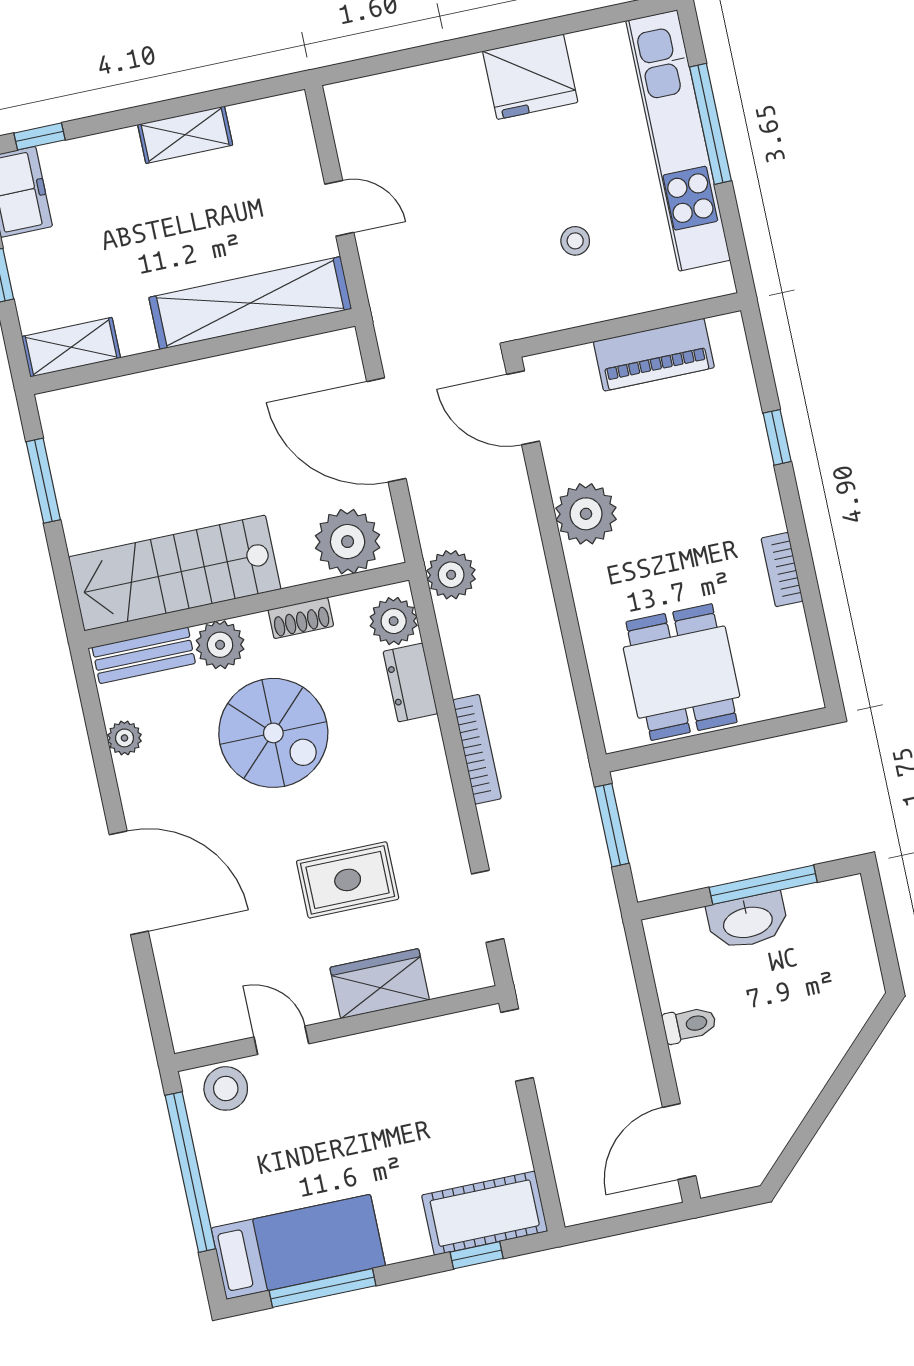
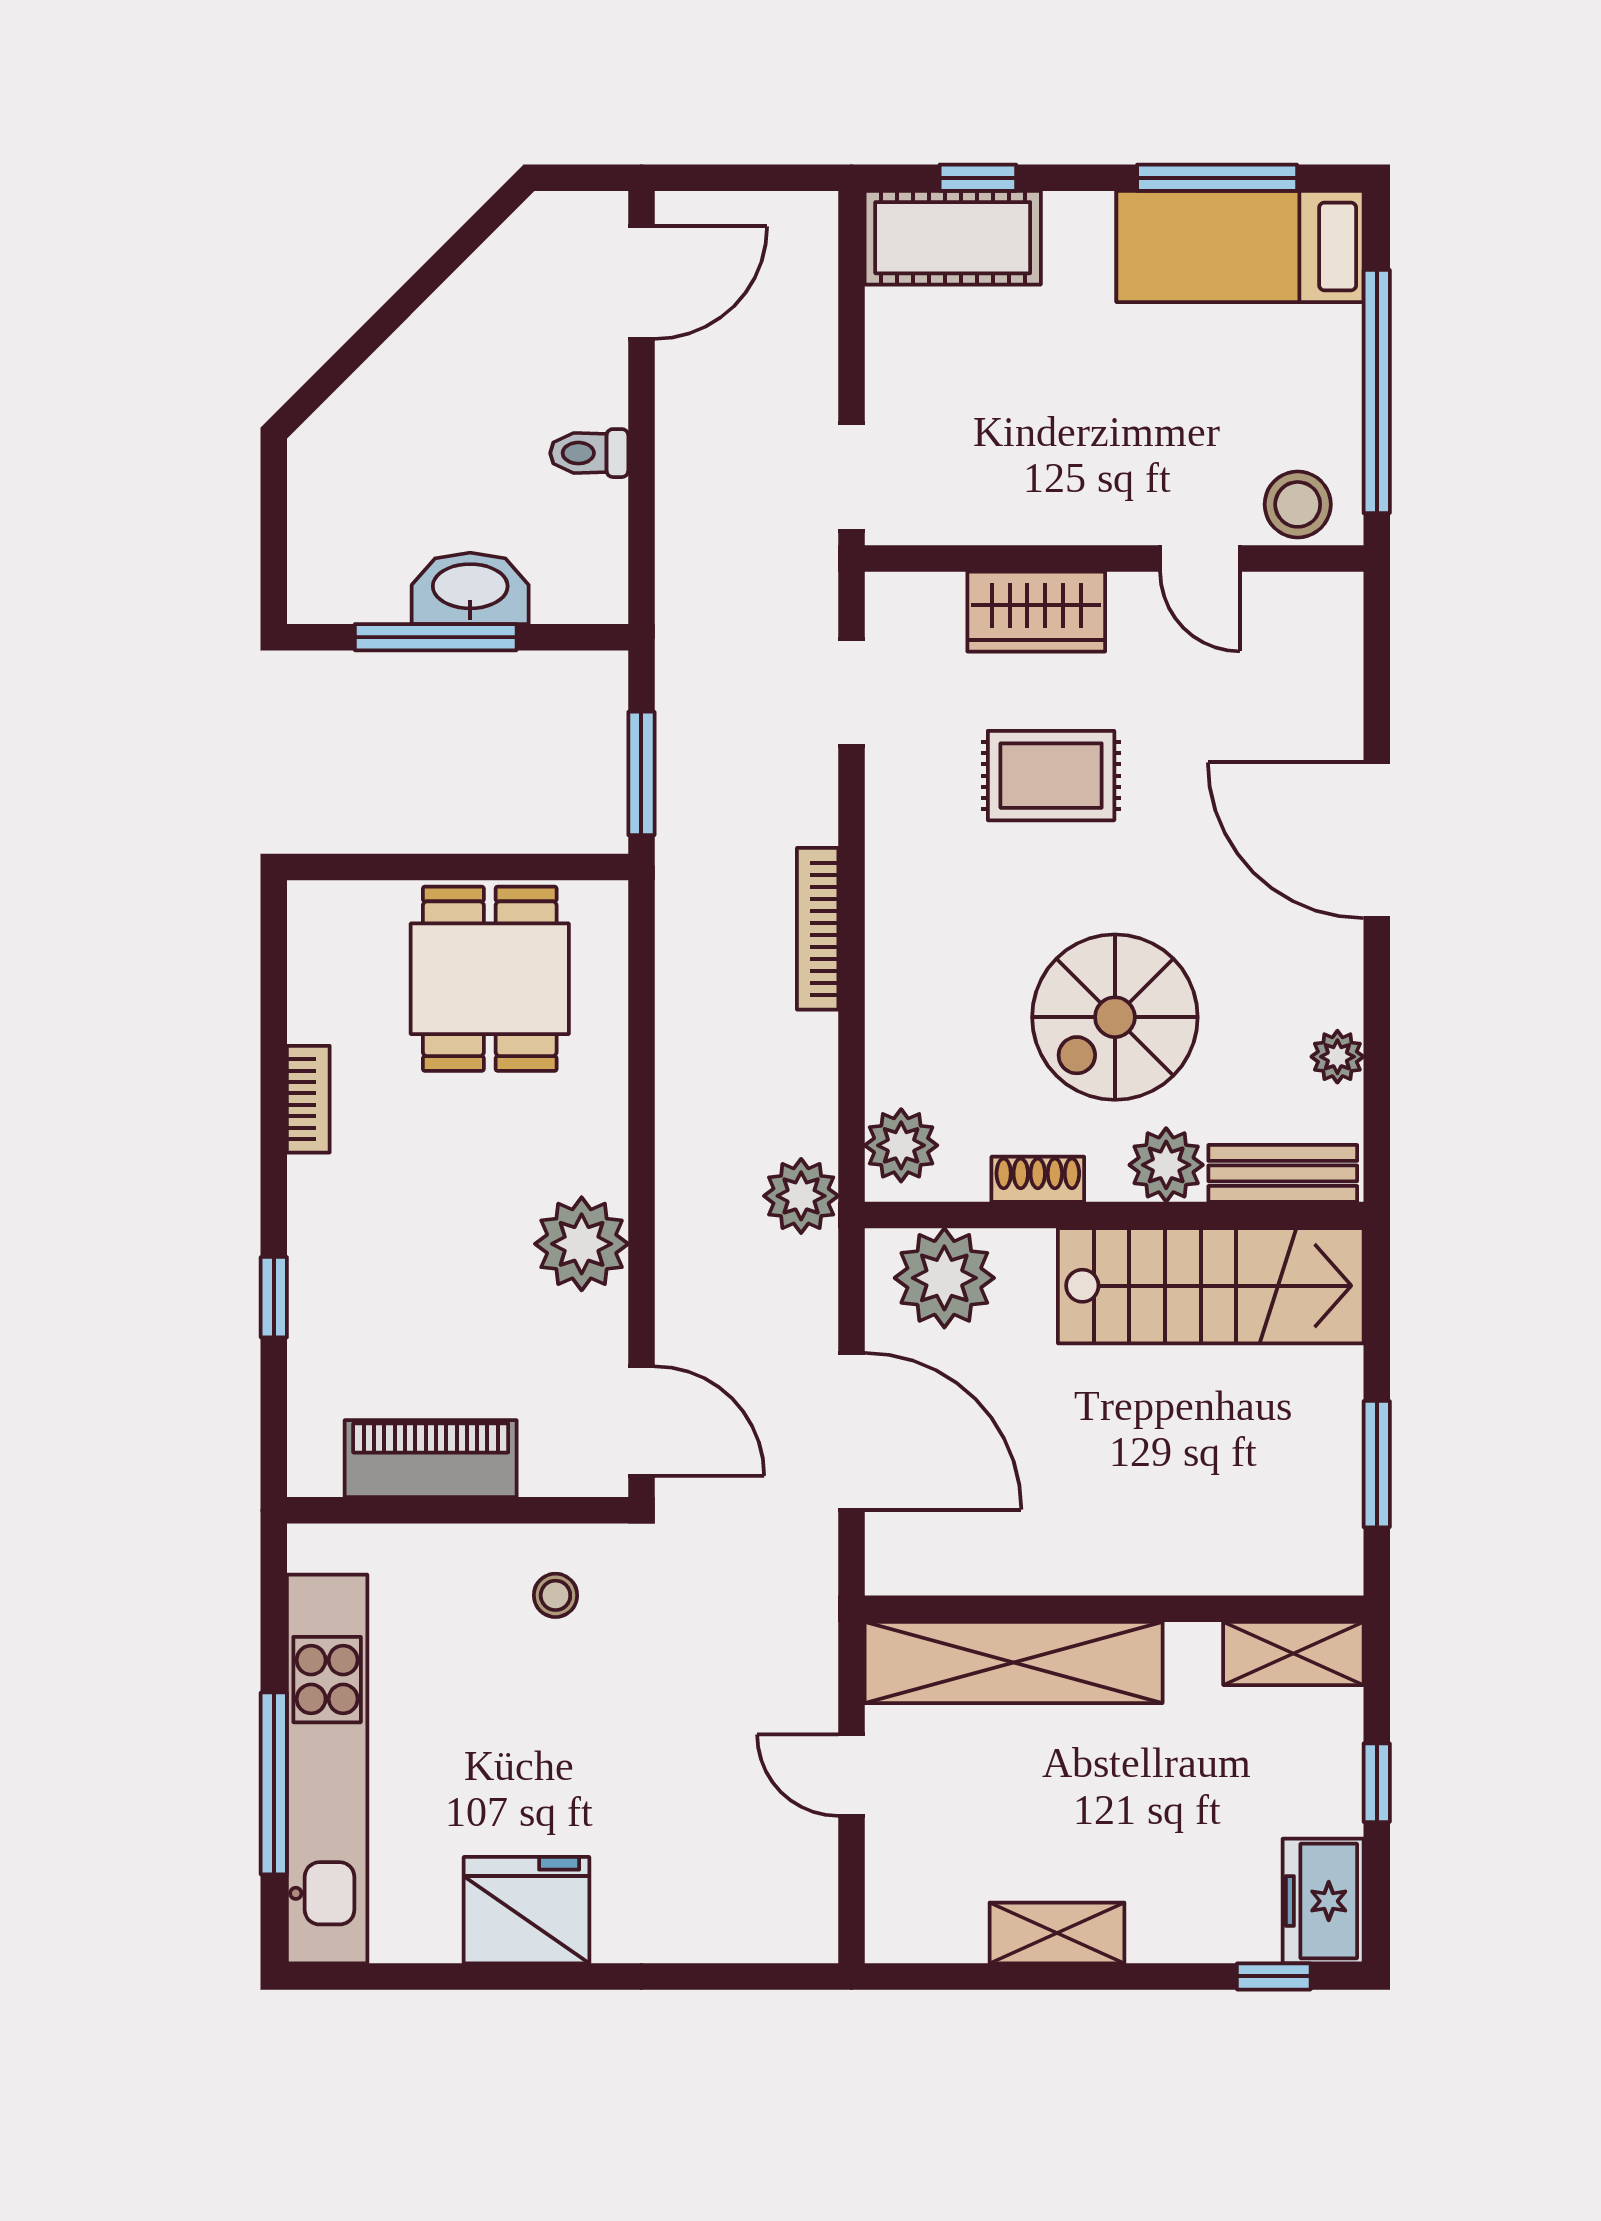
stool: (575, 241) -> (555, 1595), moved
dresser: (410, 683) -> (896, 1049), removed
spiral stairs: (273, 733) -> (1115, 1017), turned -90

